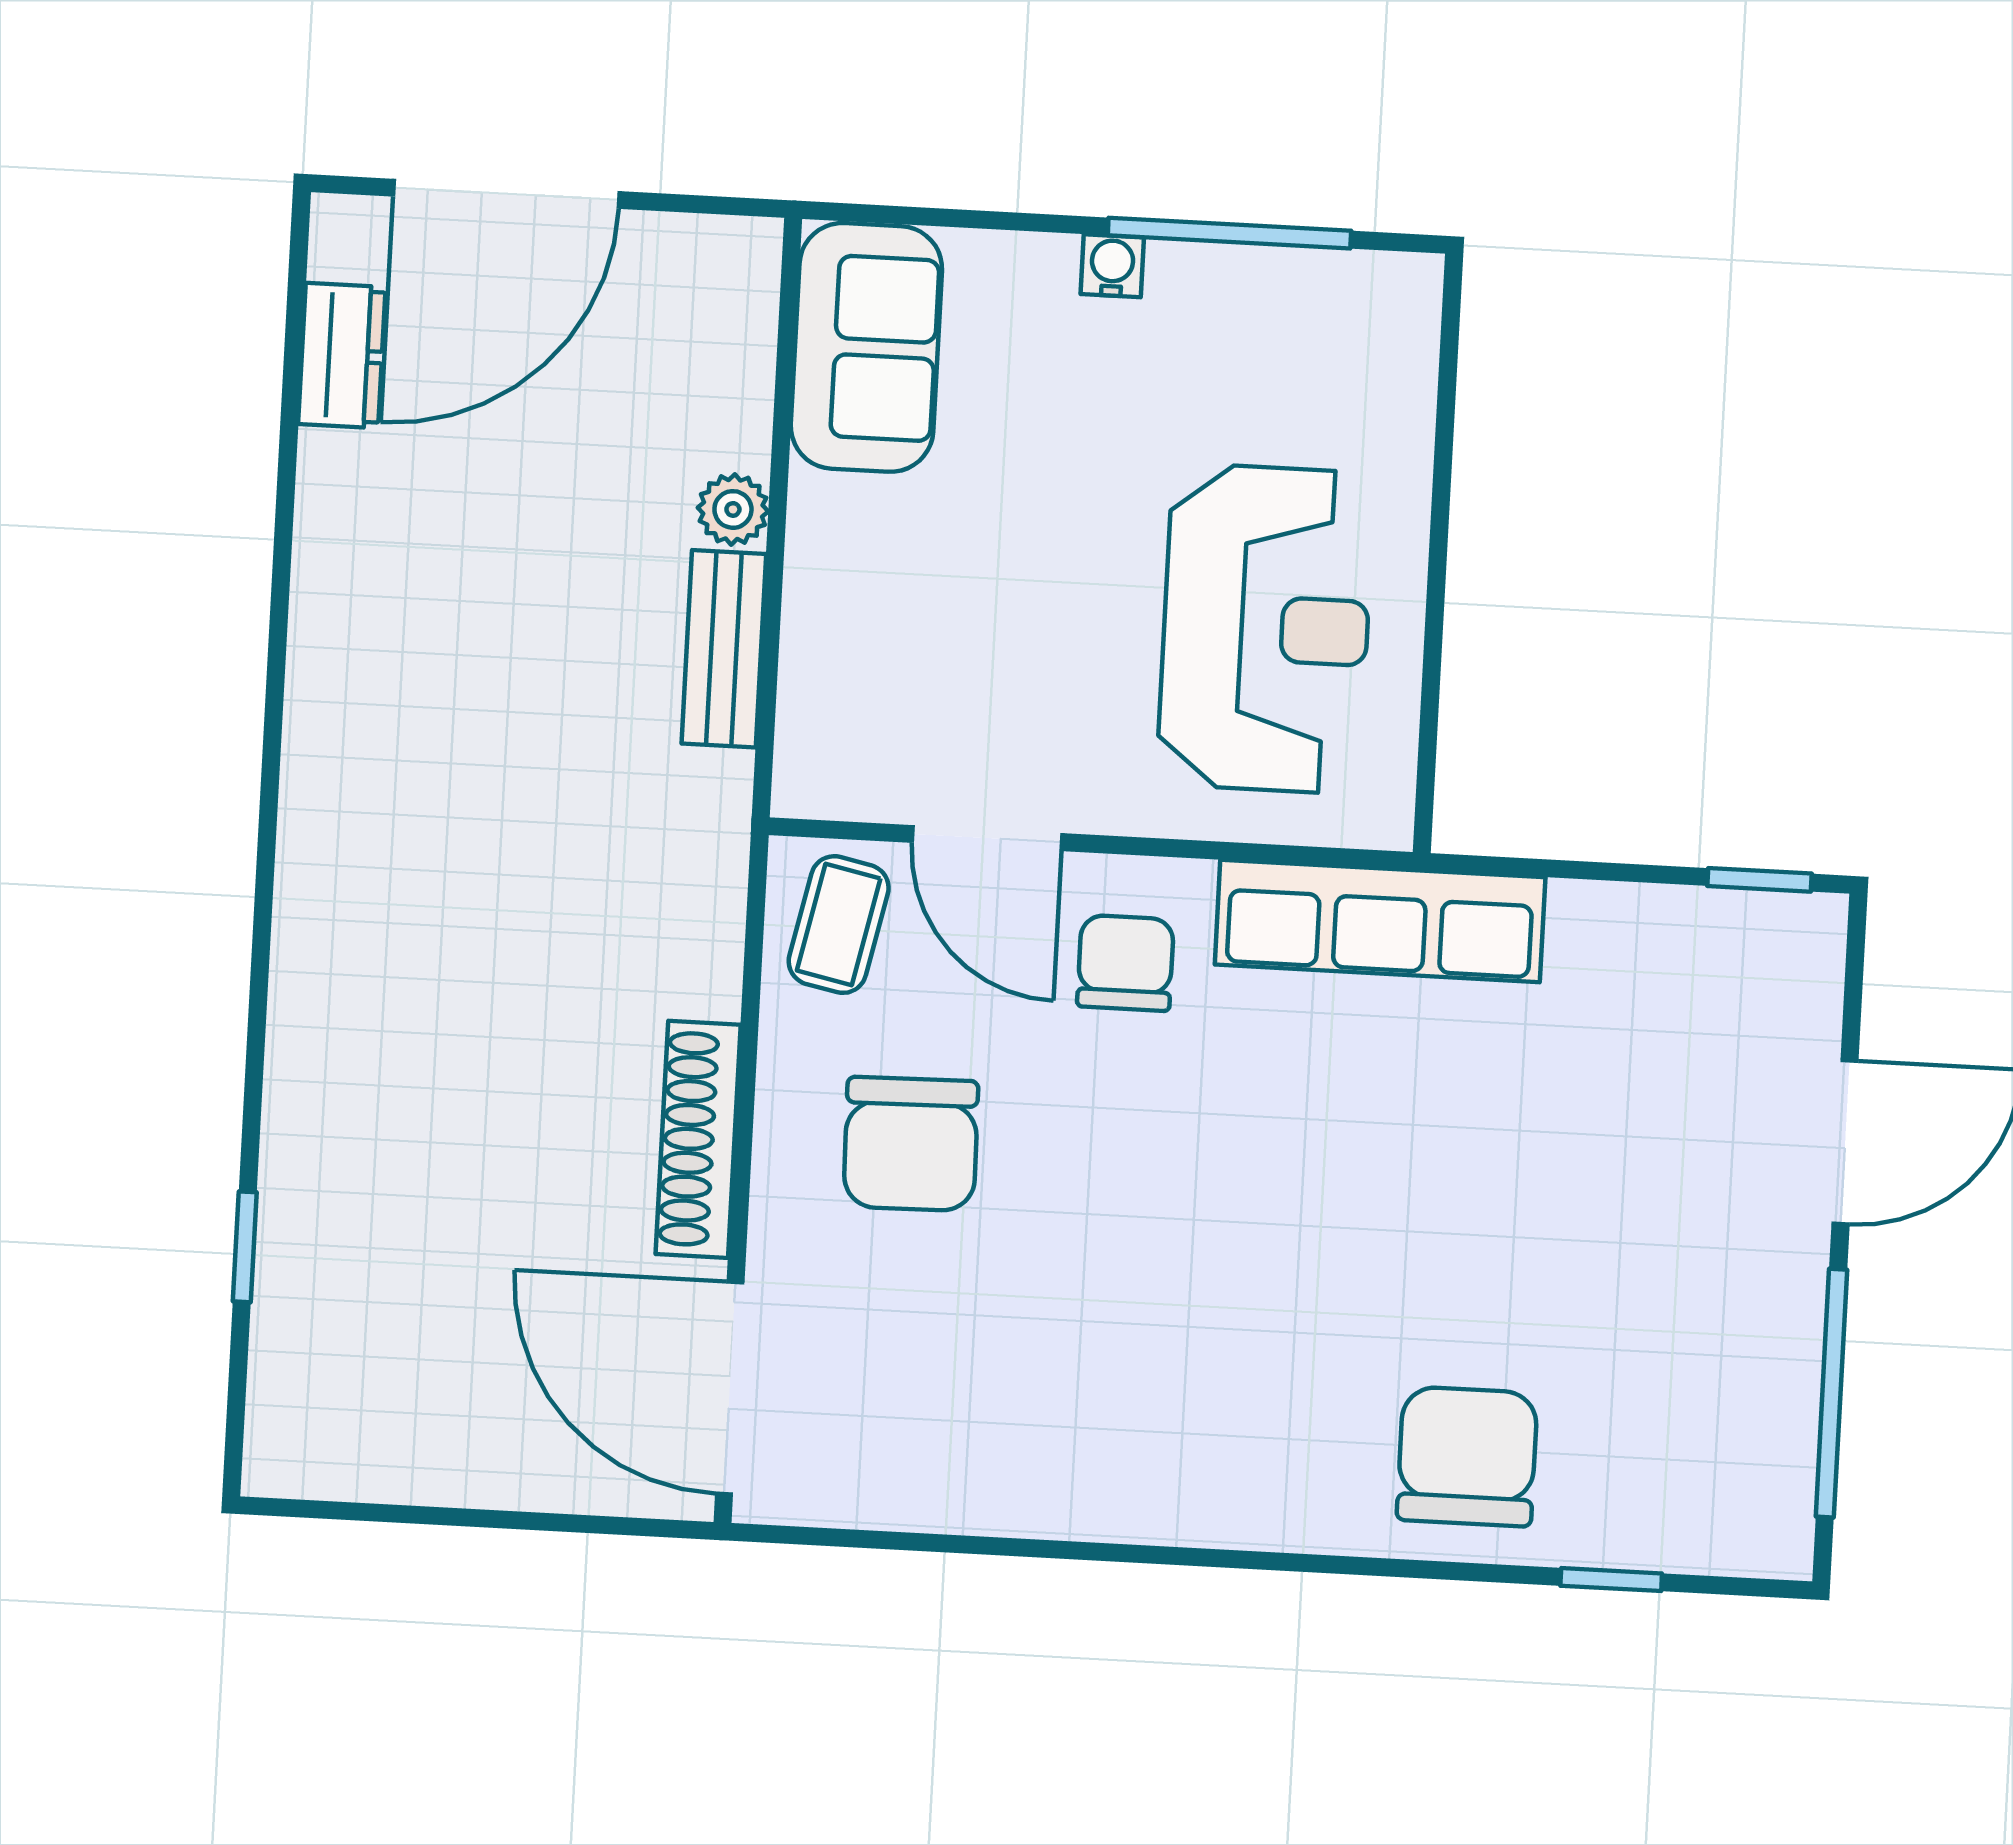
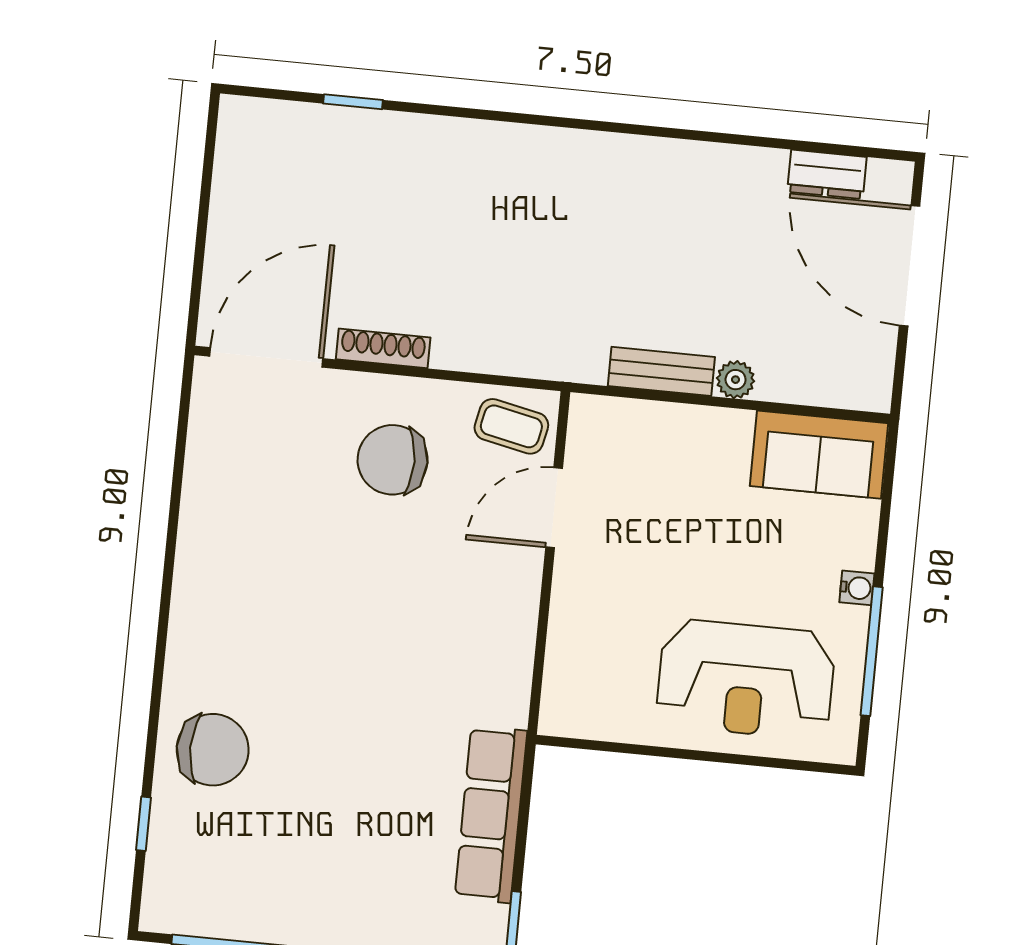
reception desk: (1266, 629) -> (746, 679), moved
row of seats: (1380, 921) -> (491, 814), moved
chair: (1125, 963) -> (484, 579), removed
shoe rack: (698, 1139) -> (383, 348), width x0.74, depth x0.81

